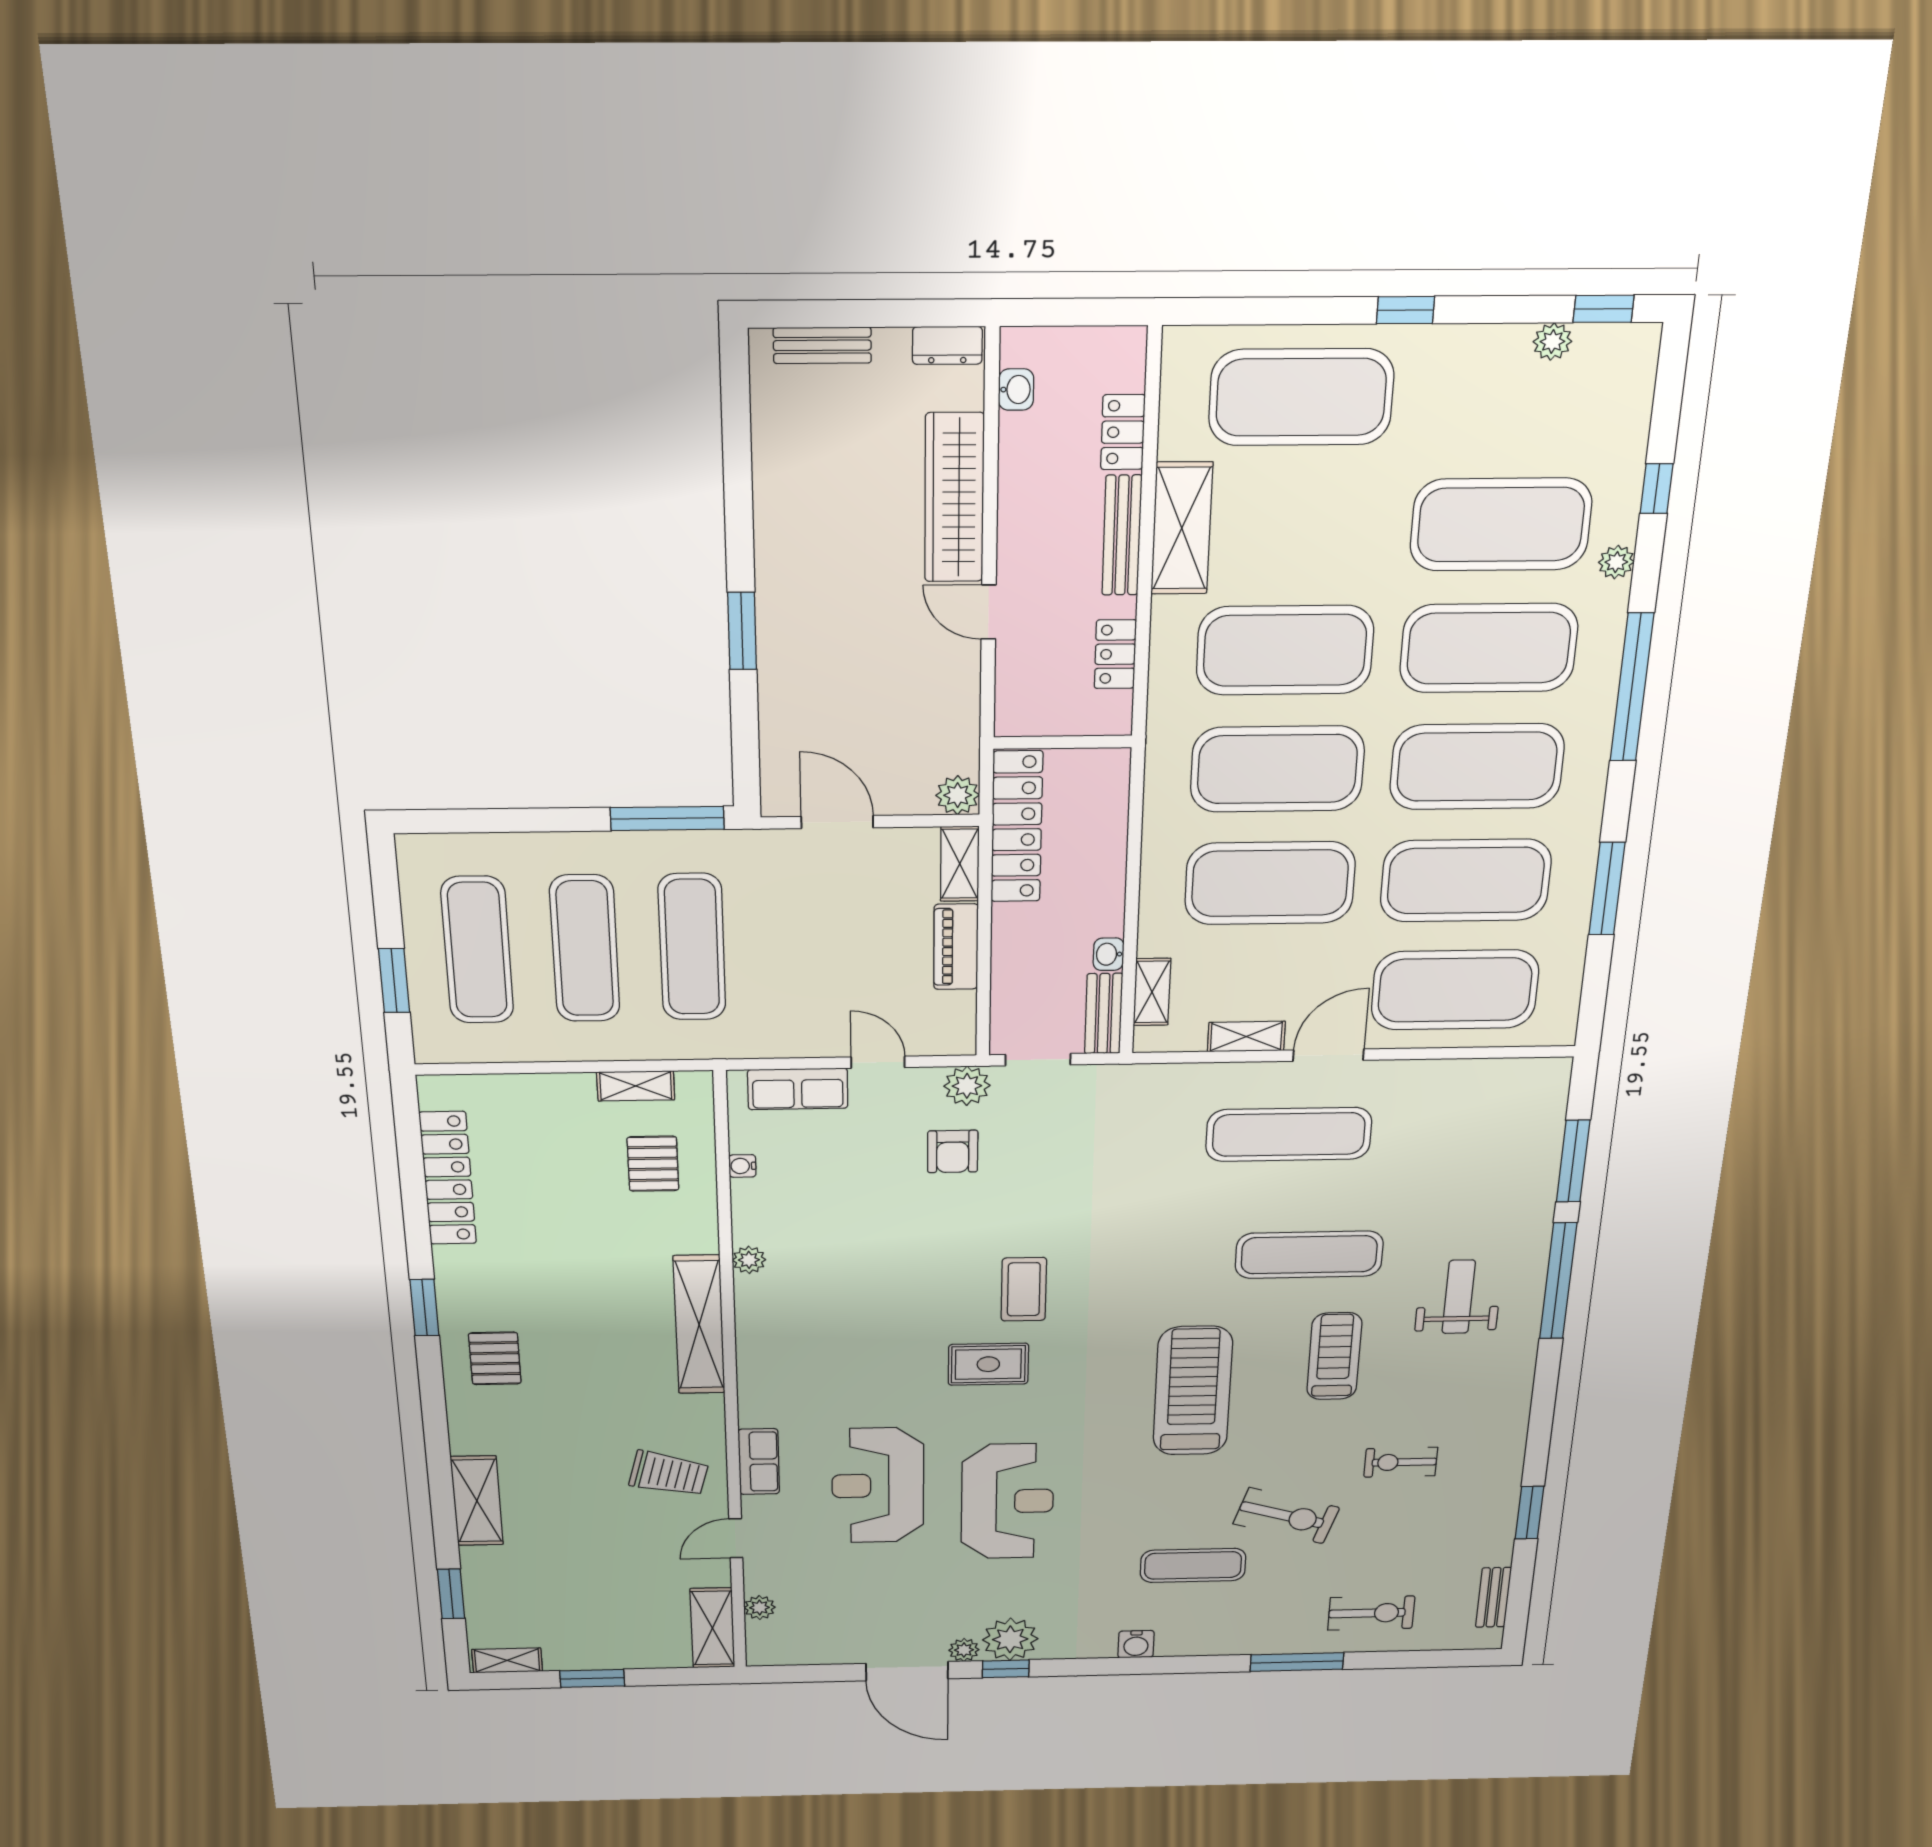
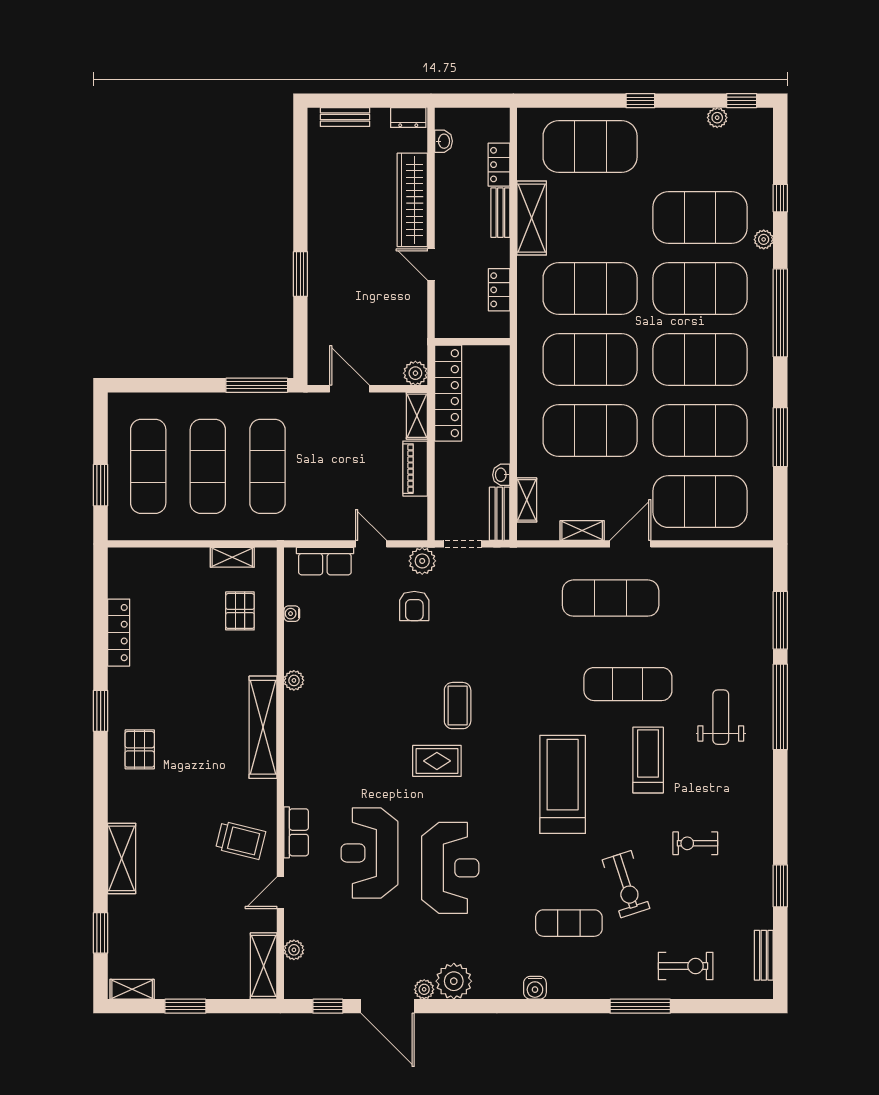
bench: (1122, 535) -> (500, 213), width x0.73
locker: (448, 1178) -> (119, 633), width x0.71, depth x0.83
exercise bike: (1286, 1516) -> (626, 884), turned 55
window: (1006, 1669) -> (328, 1006), moved

